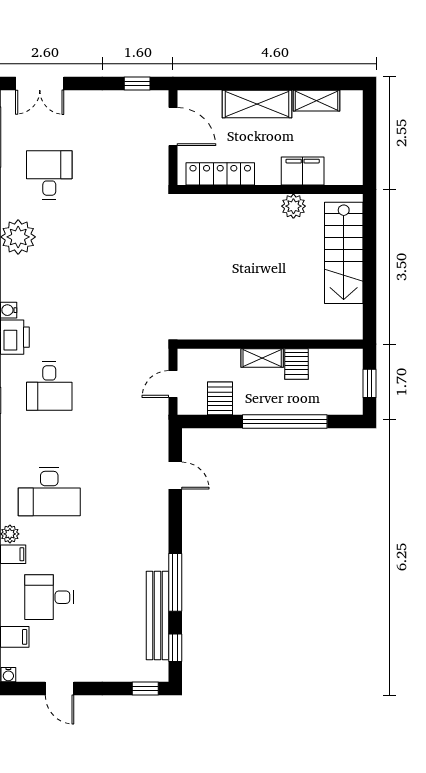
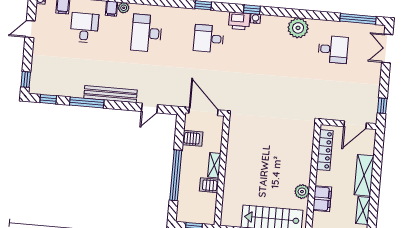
door: (173, 384) -> (204, 111), width x1.87
bench: (157, 615) -> (111, 94), moved

